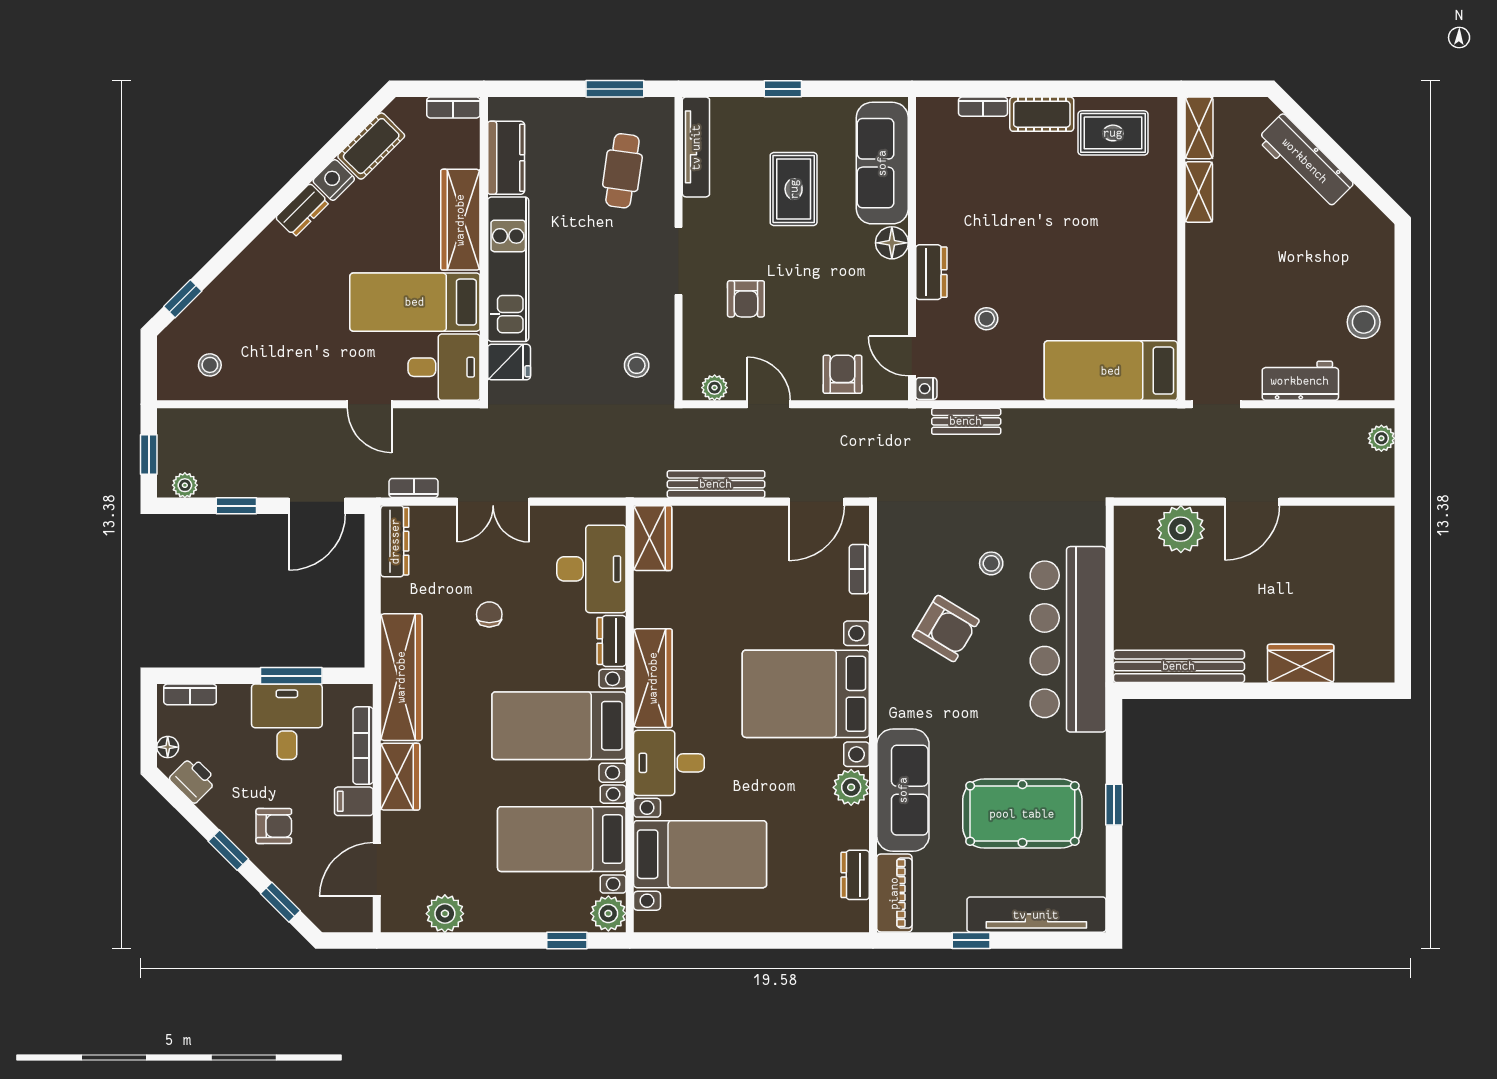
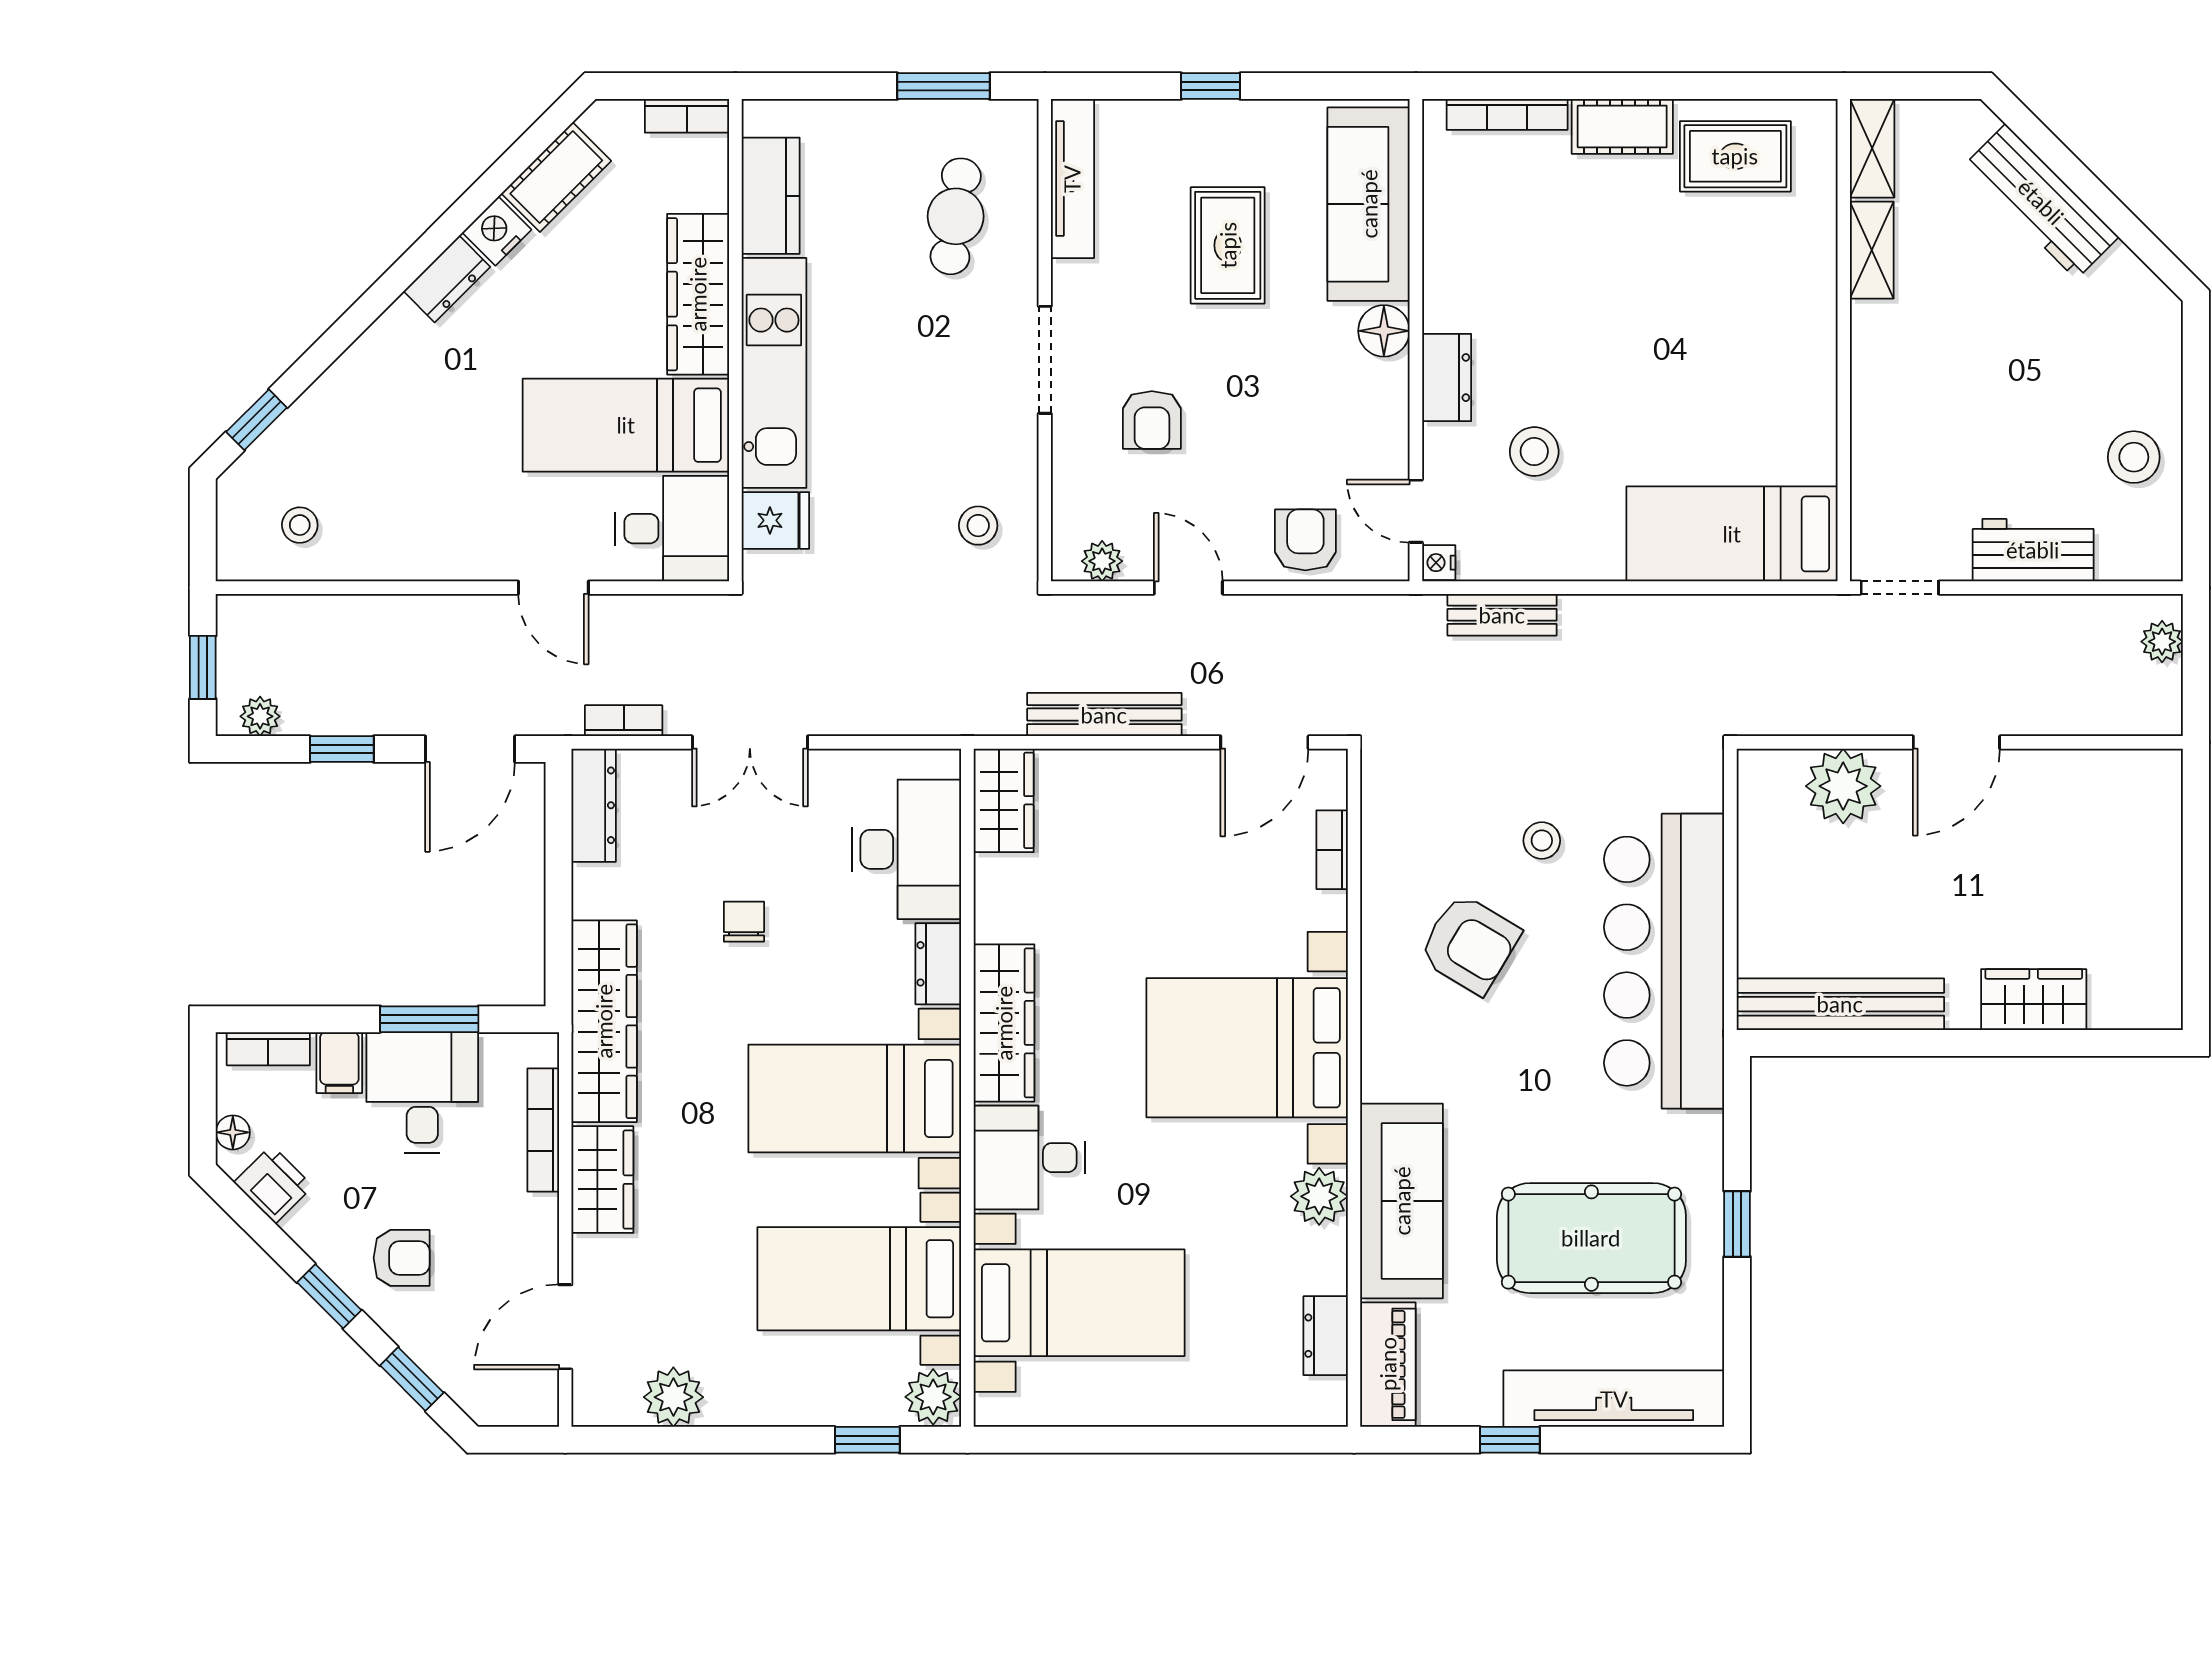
bookcase: (983, 107) -> (1507, 114), width x1.56
stool: (986, 319) -> (1534, 452), width x1.37, depth x1.37
filing cabinet: (354, 801) -> (339, 1063), moved, turned -90

